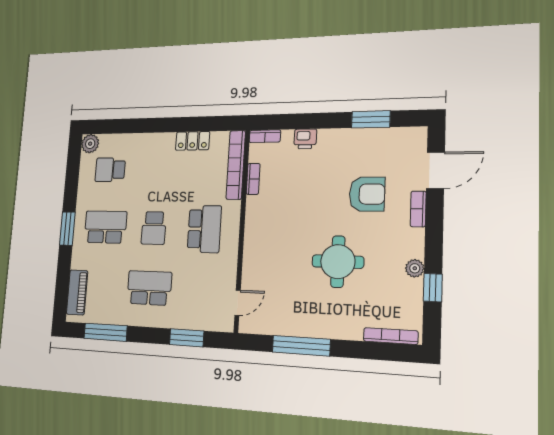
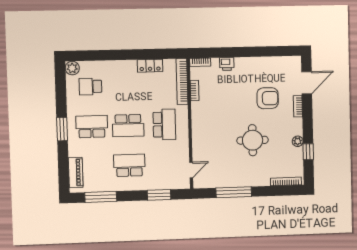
window: (371, 119) -> (267, 51), removed
school desk: (154, 228) -> (128, 126), width x1.85

